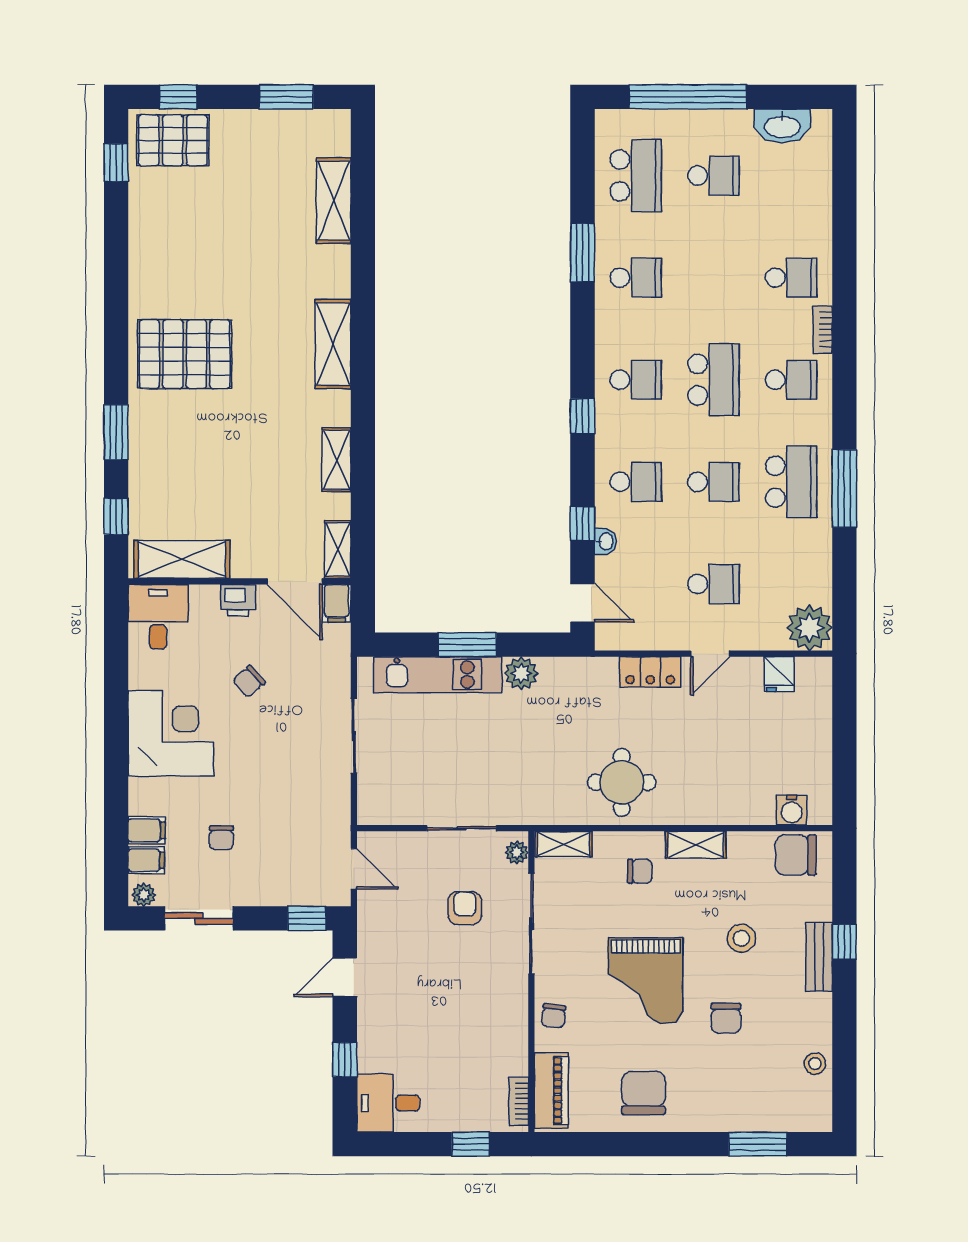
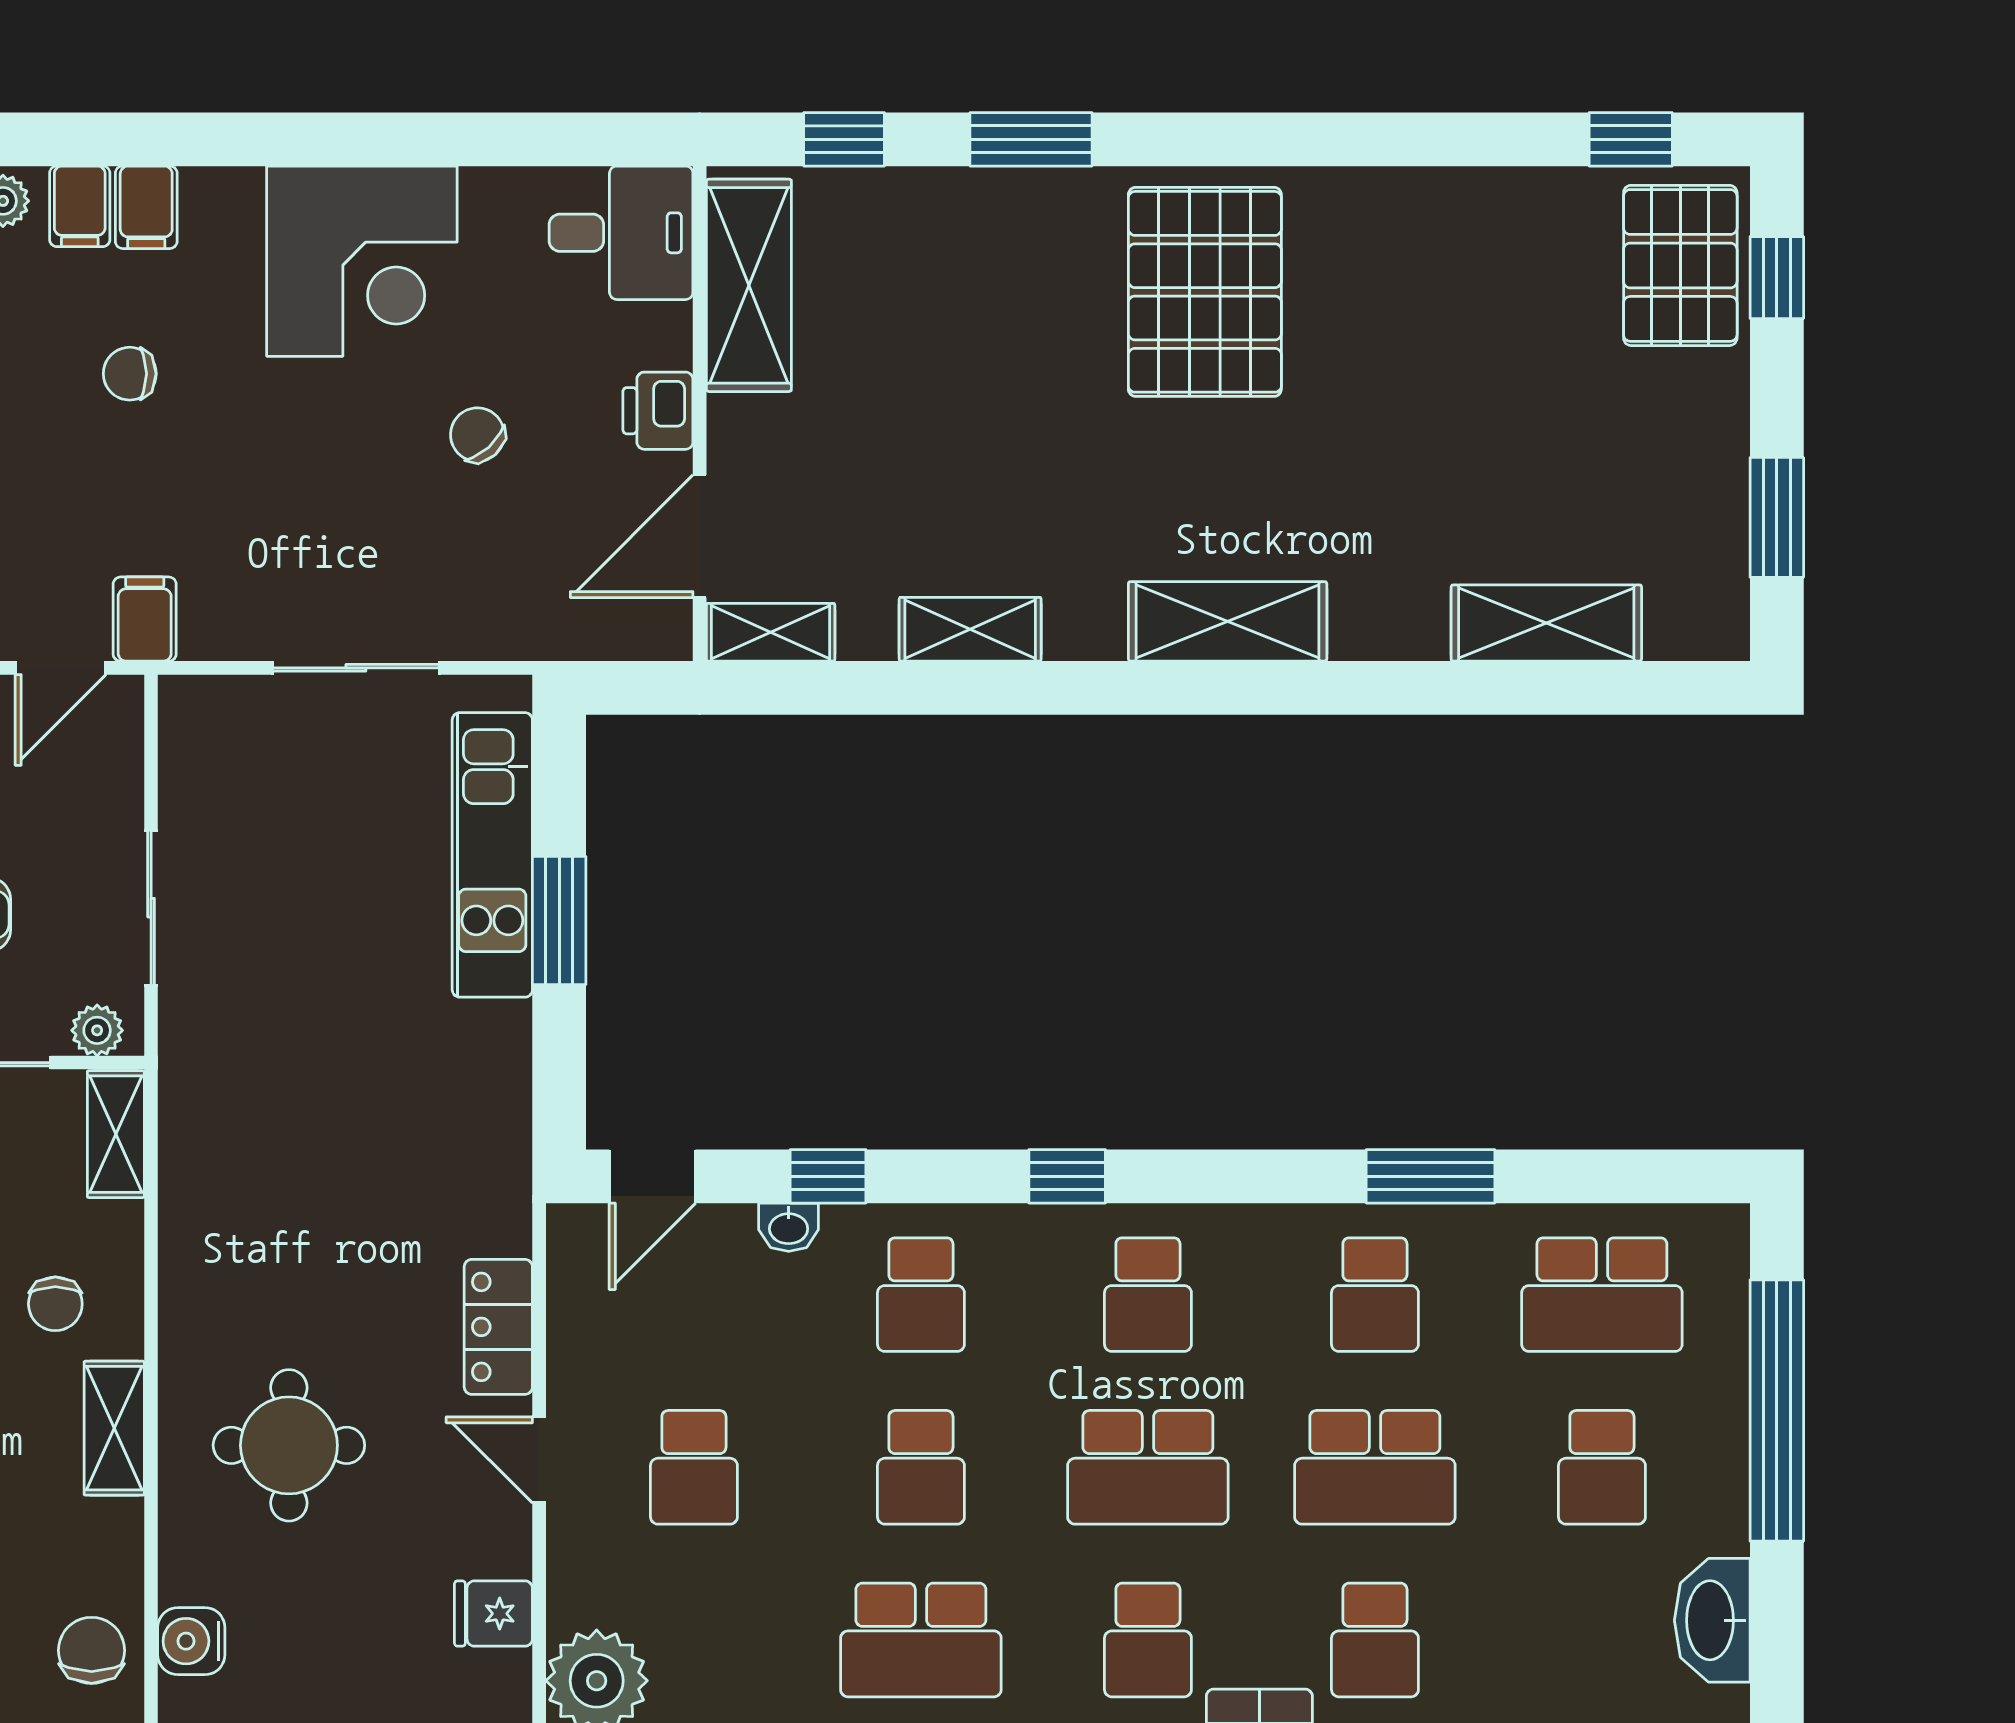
school desk: (713, 278) -> (1375, 1467), added
filing cabinet: (337, 603) -> (145, 619), moved, turned 90
plant: (521, 673) -> (495, 1040), removed
round table: (622, 782) -> (289, 1445), moved
chair: (796, 855) -> (92, 1650), width x0.73, depth x0.73

